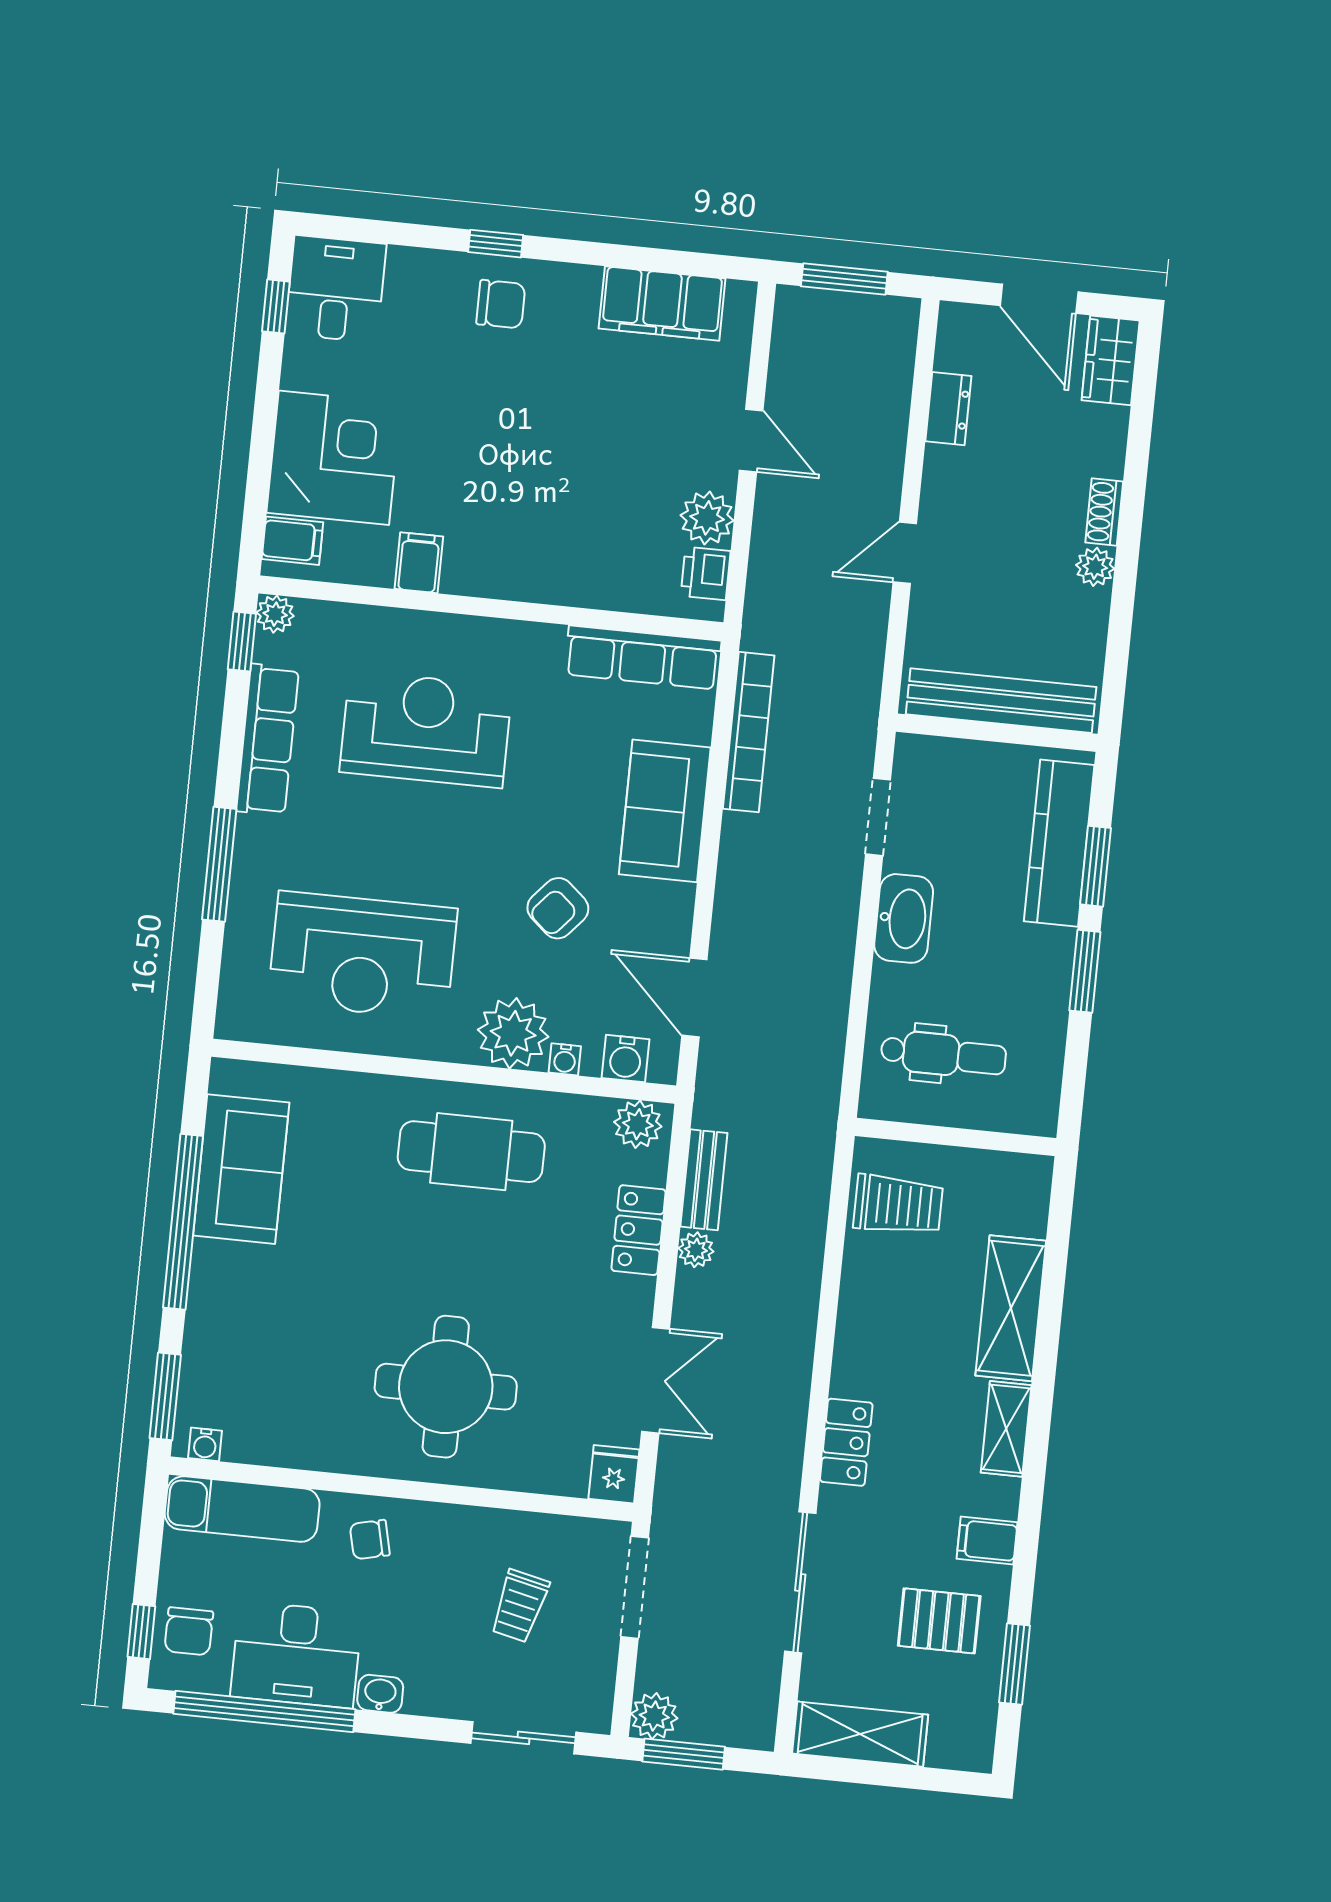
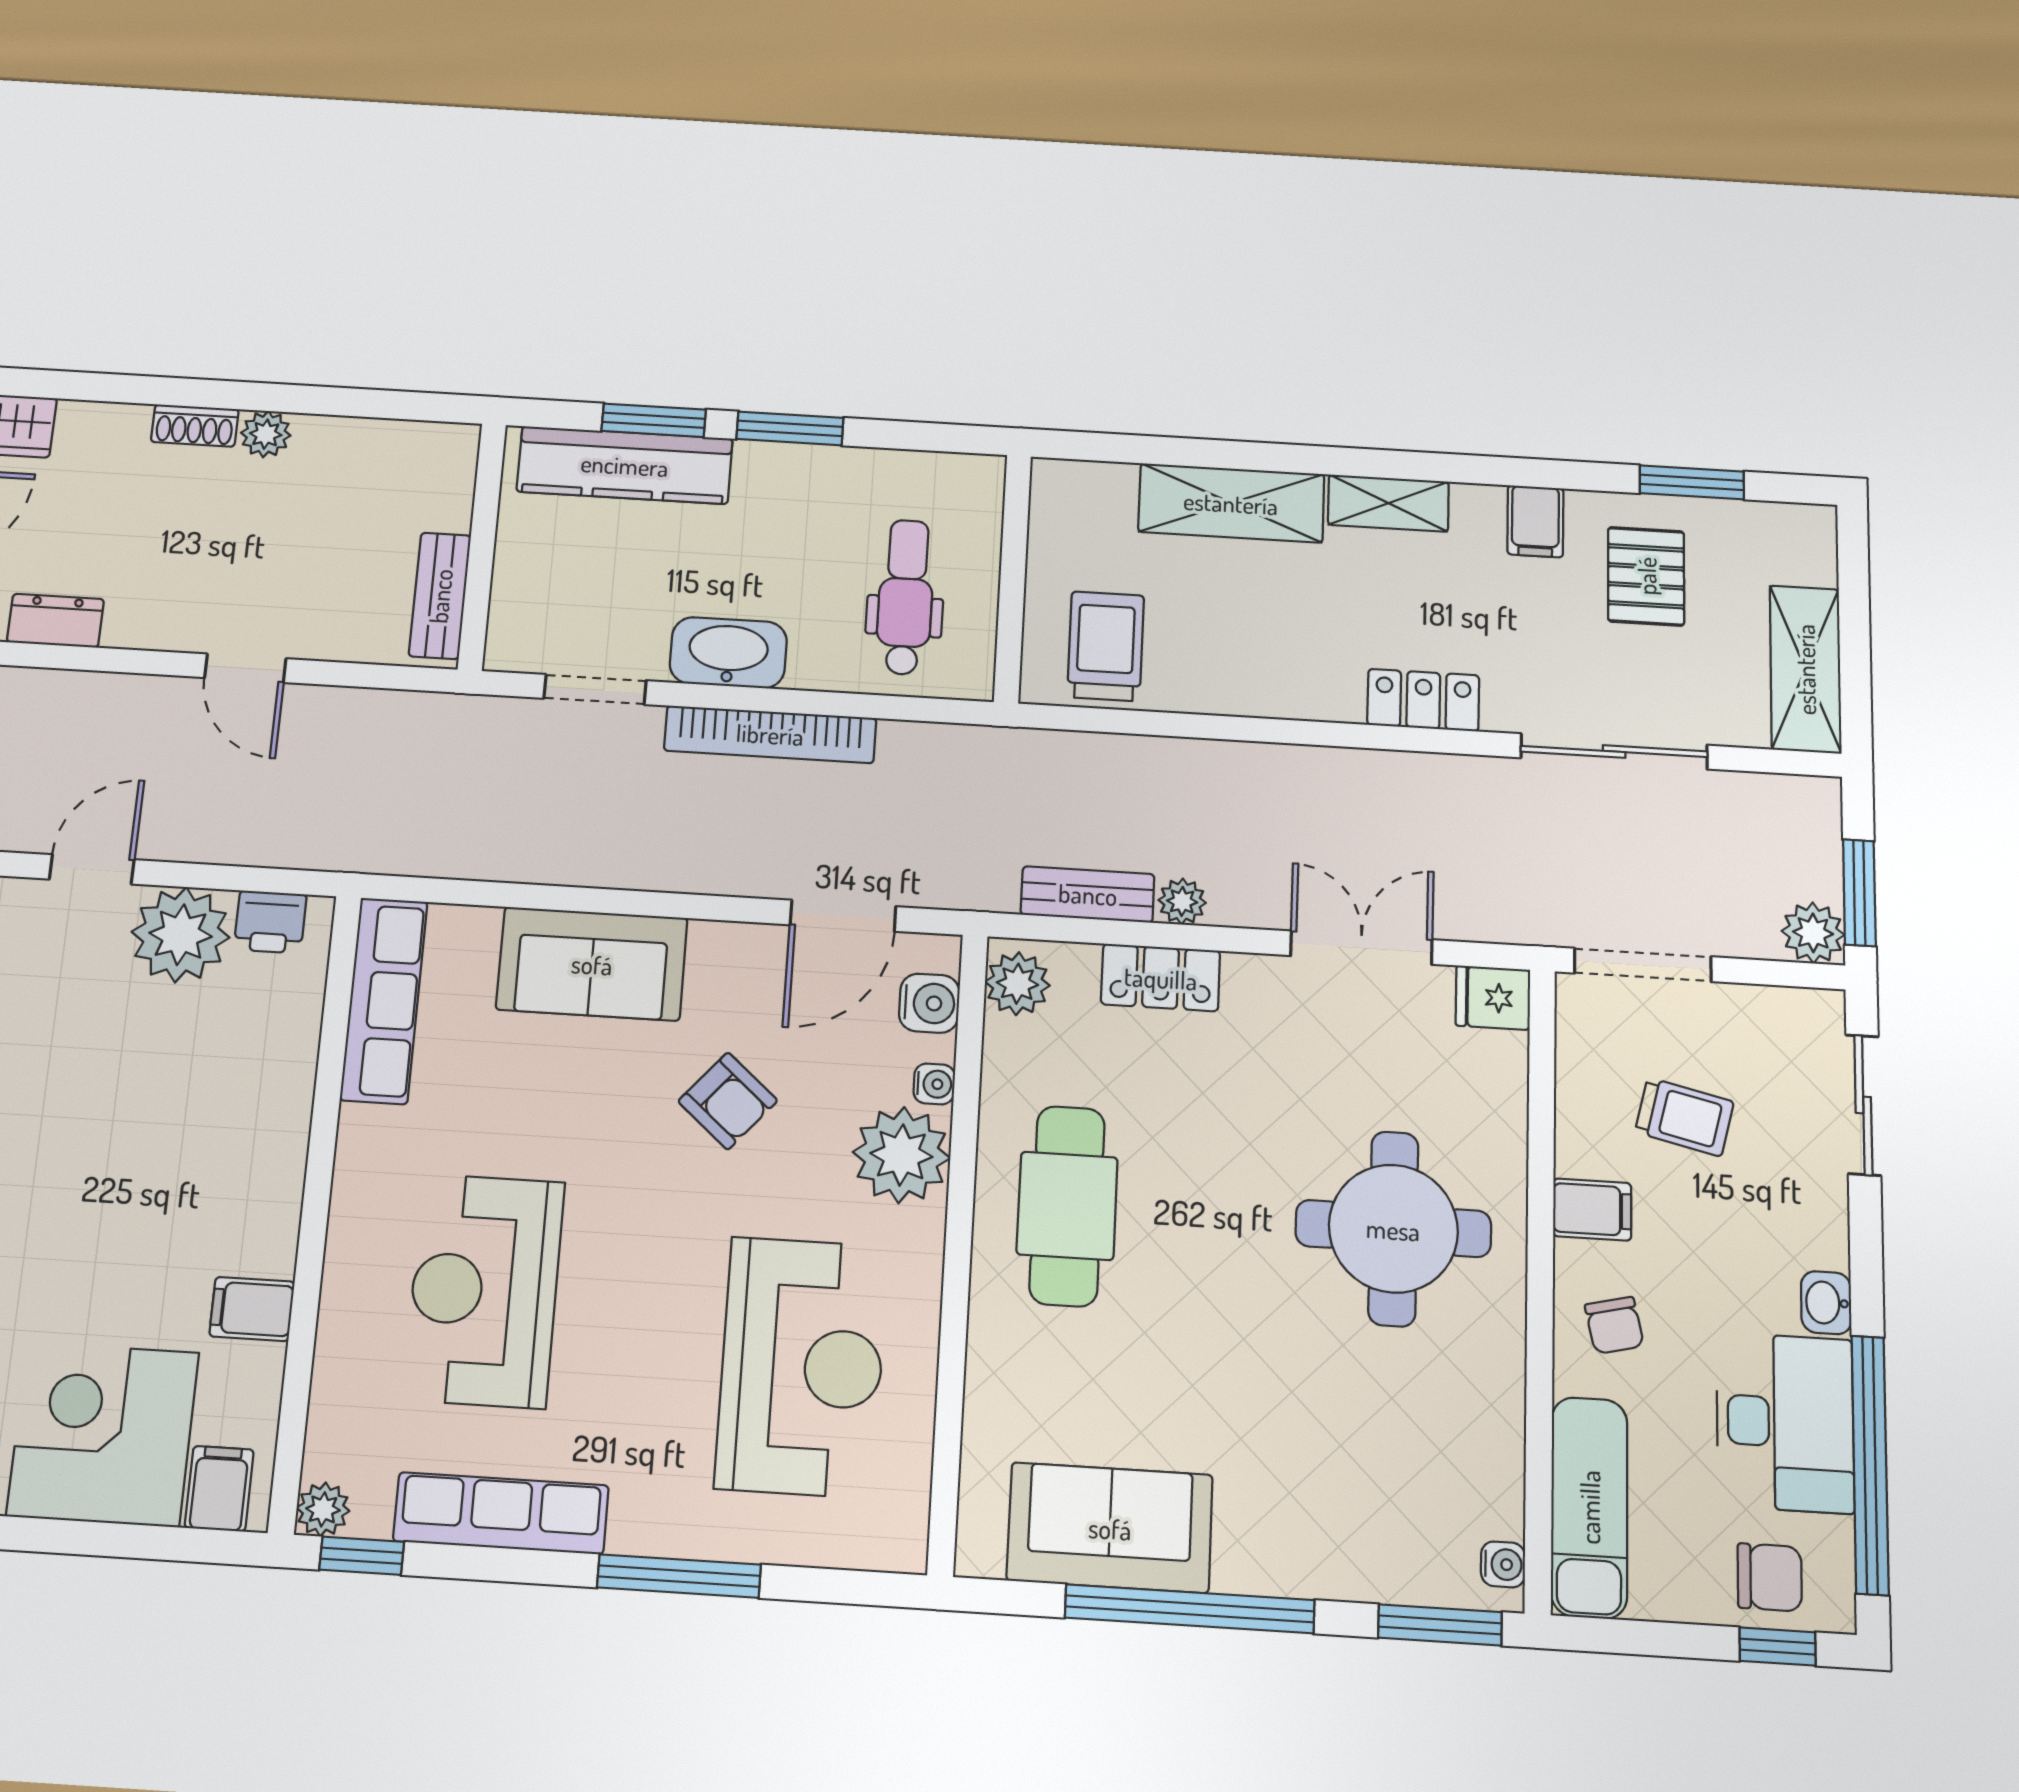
plant: (707, 518) -> (181, 935), width x1.36, depth x1.36
bench: (1001, 701) -> (440, 596), width x0.54, depth x0.82
bookcase: (749, 732) -> (770, 734), moved, turned 180
filing cabinet: (454, 1532) -> (1592, 1210), added

